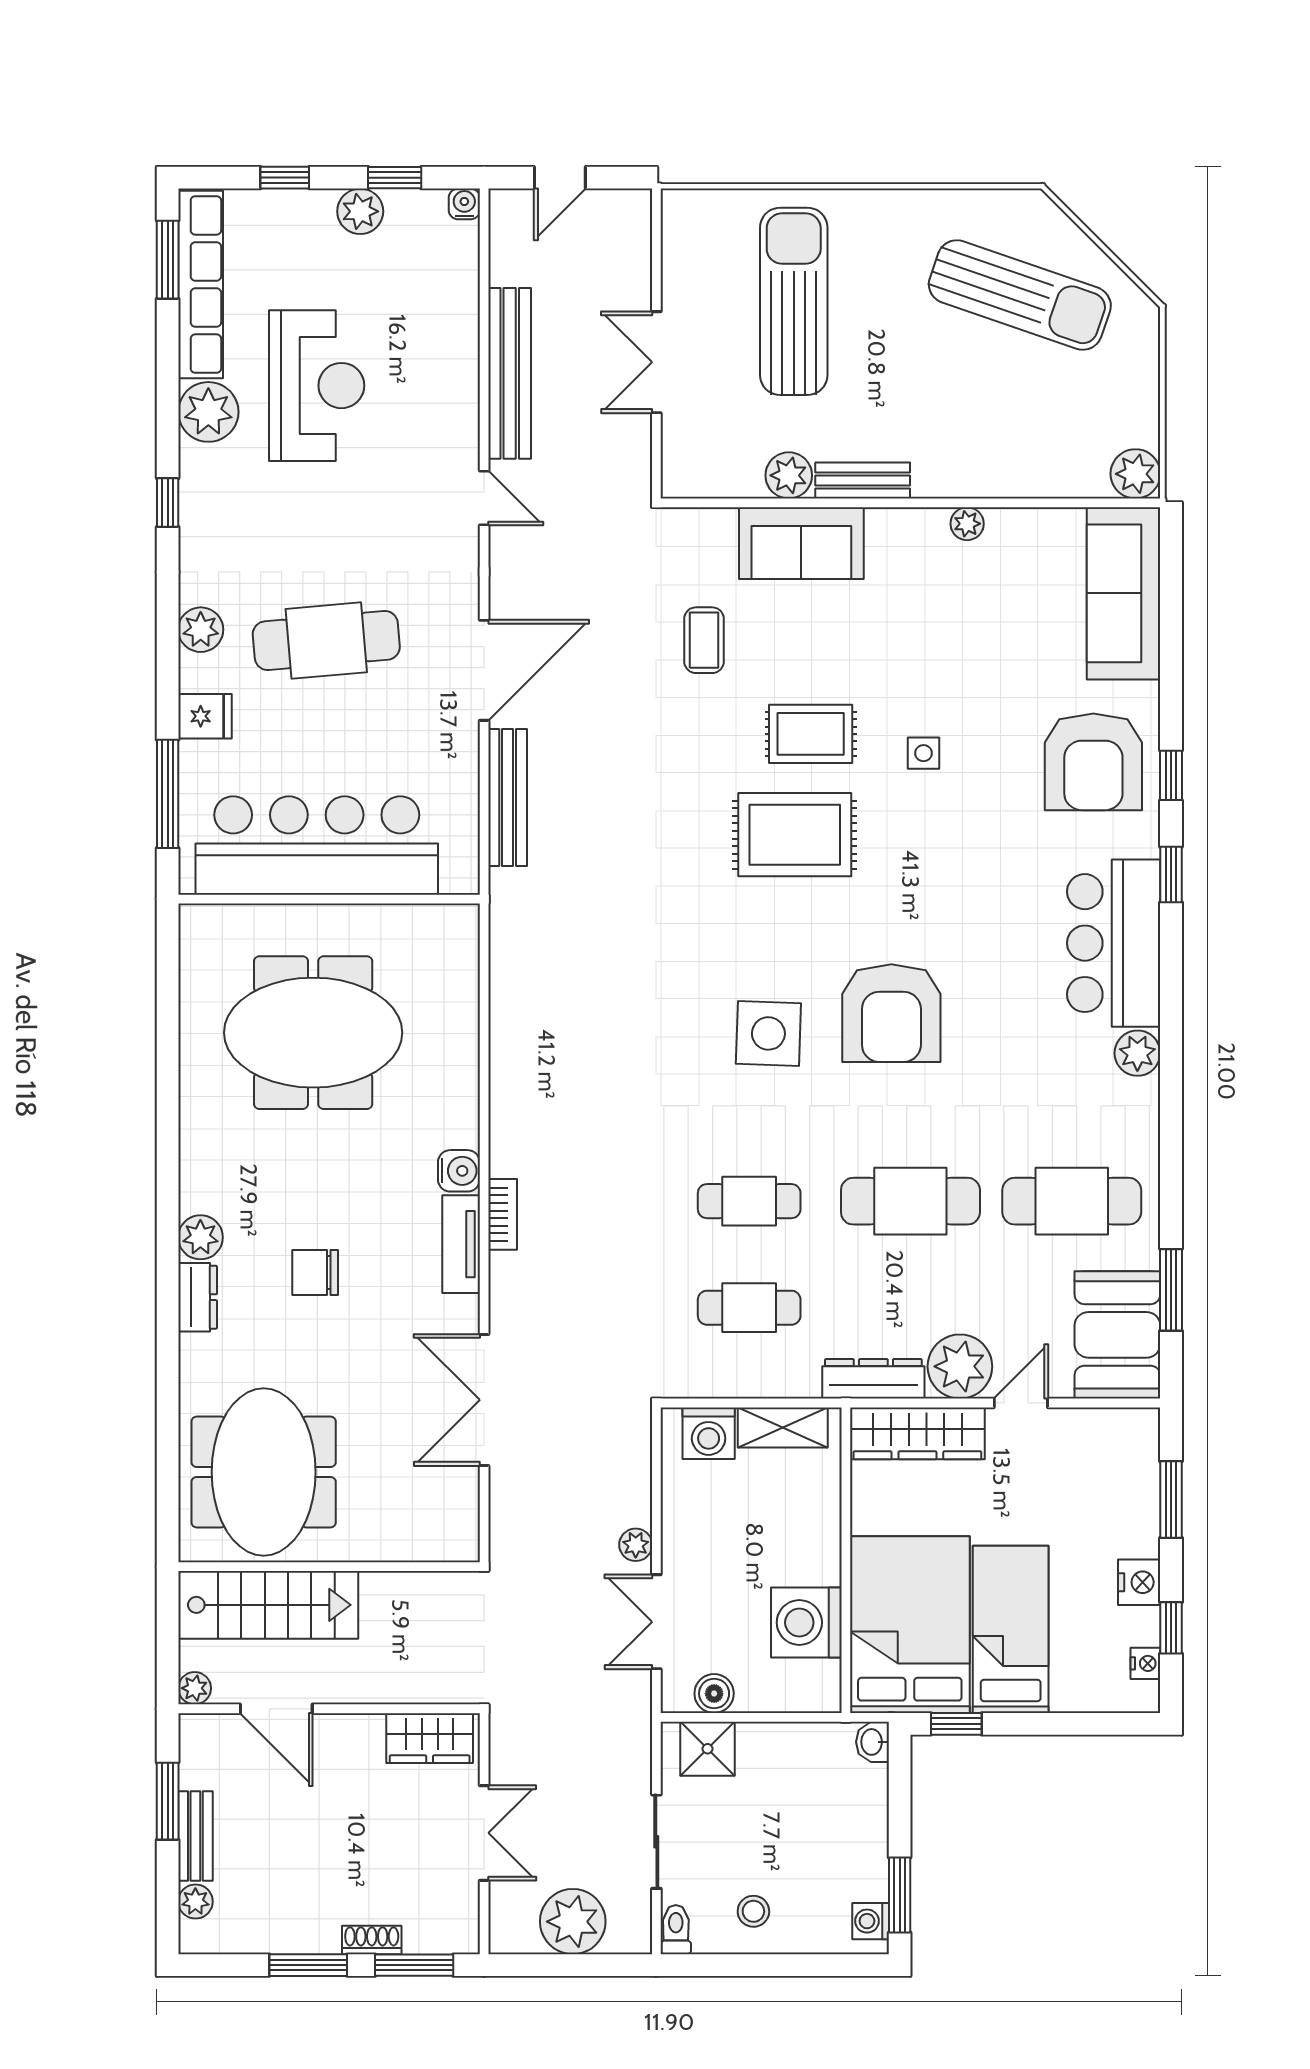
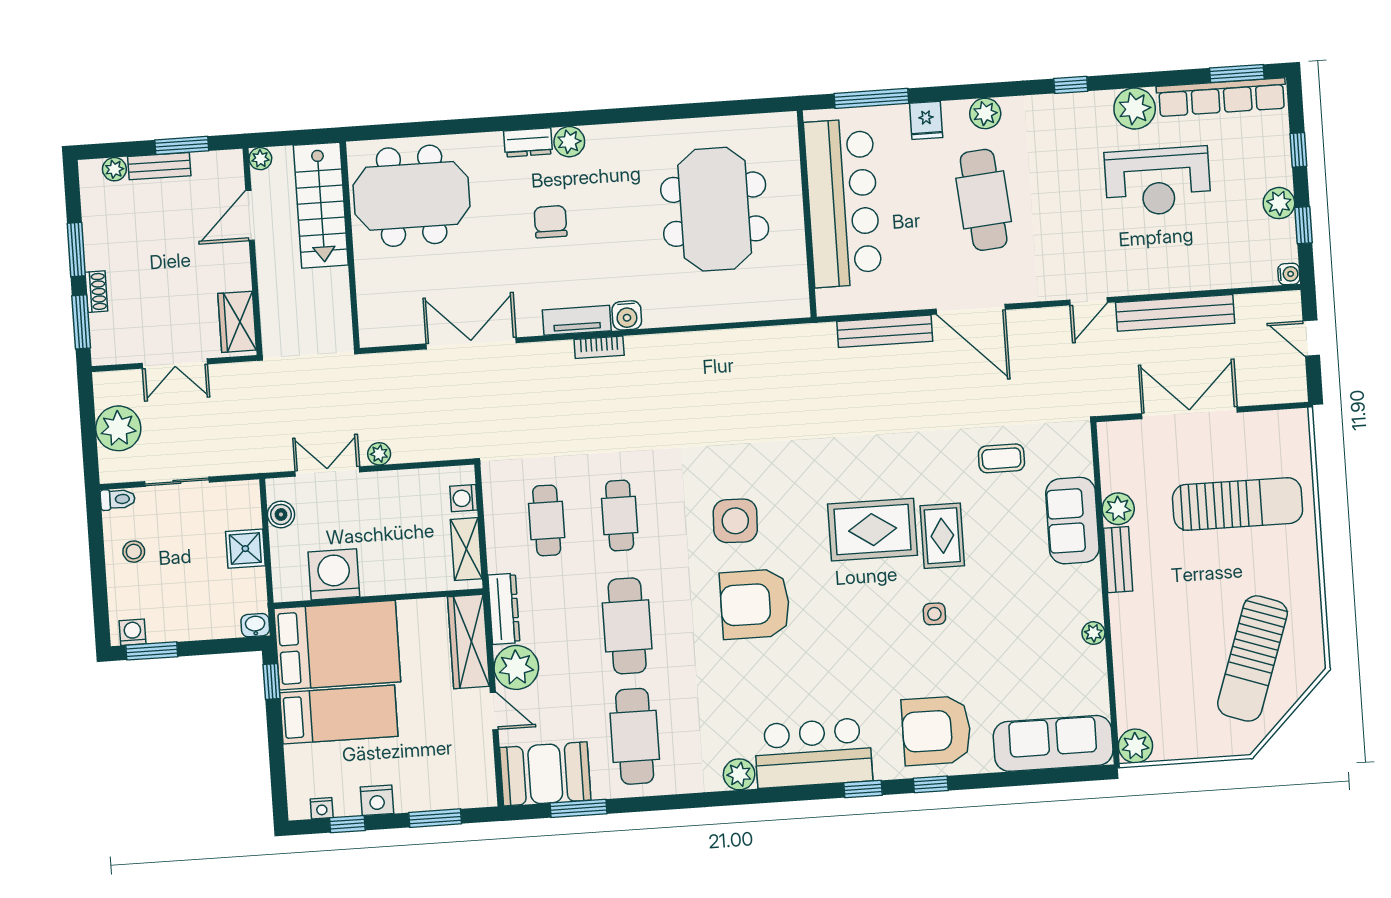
double door: (656, 362) -> (1190, 413), width x1.37
rug: (795, 835) -> (873, 530), turned 90
washing machine: (709, 1433) -> (464, 498), width x0.73, depth x0.73
shower: (708, 1749) -> (245, 549), moved

